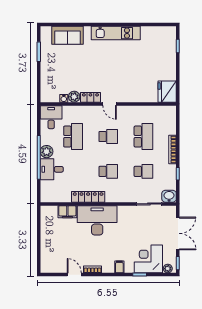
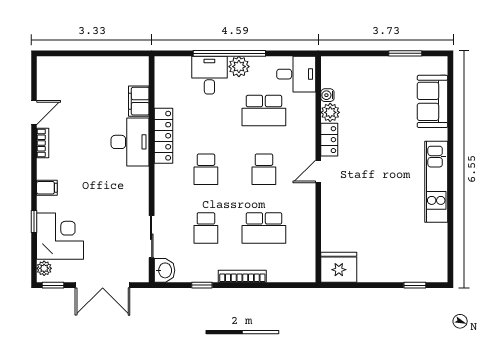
desk: (97, 220) -> (130, 142), width x0.73, depth x0.77

